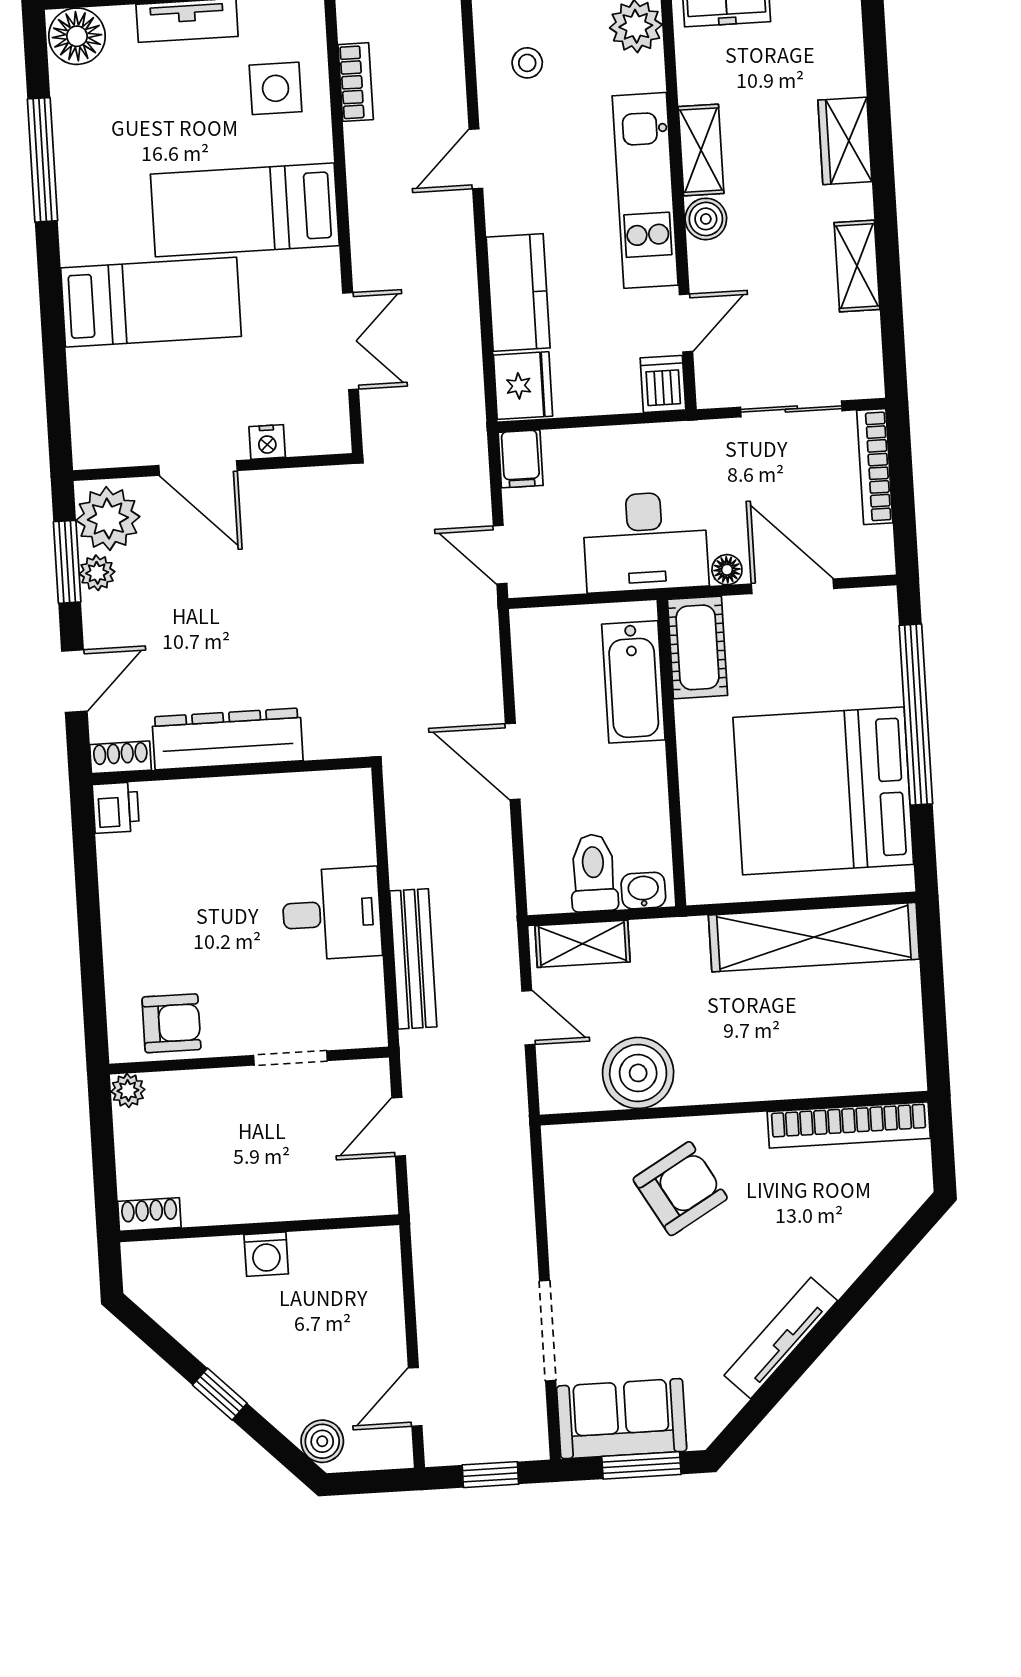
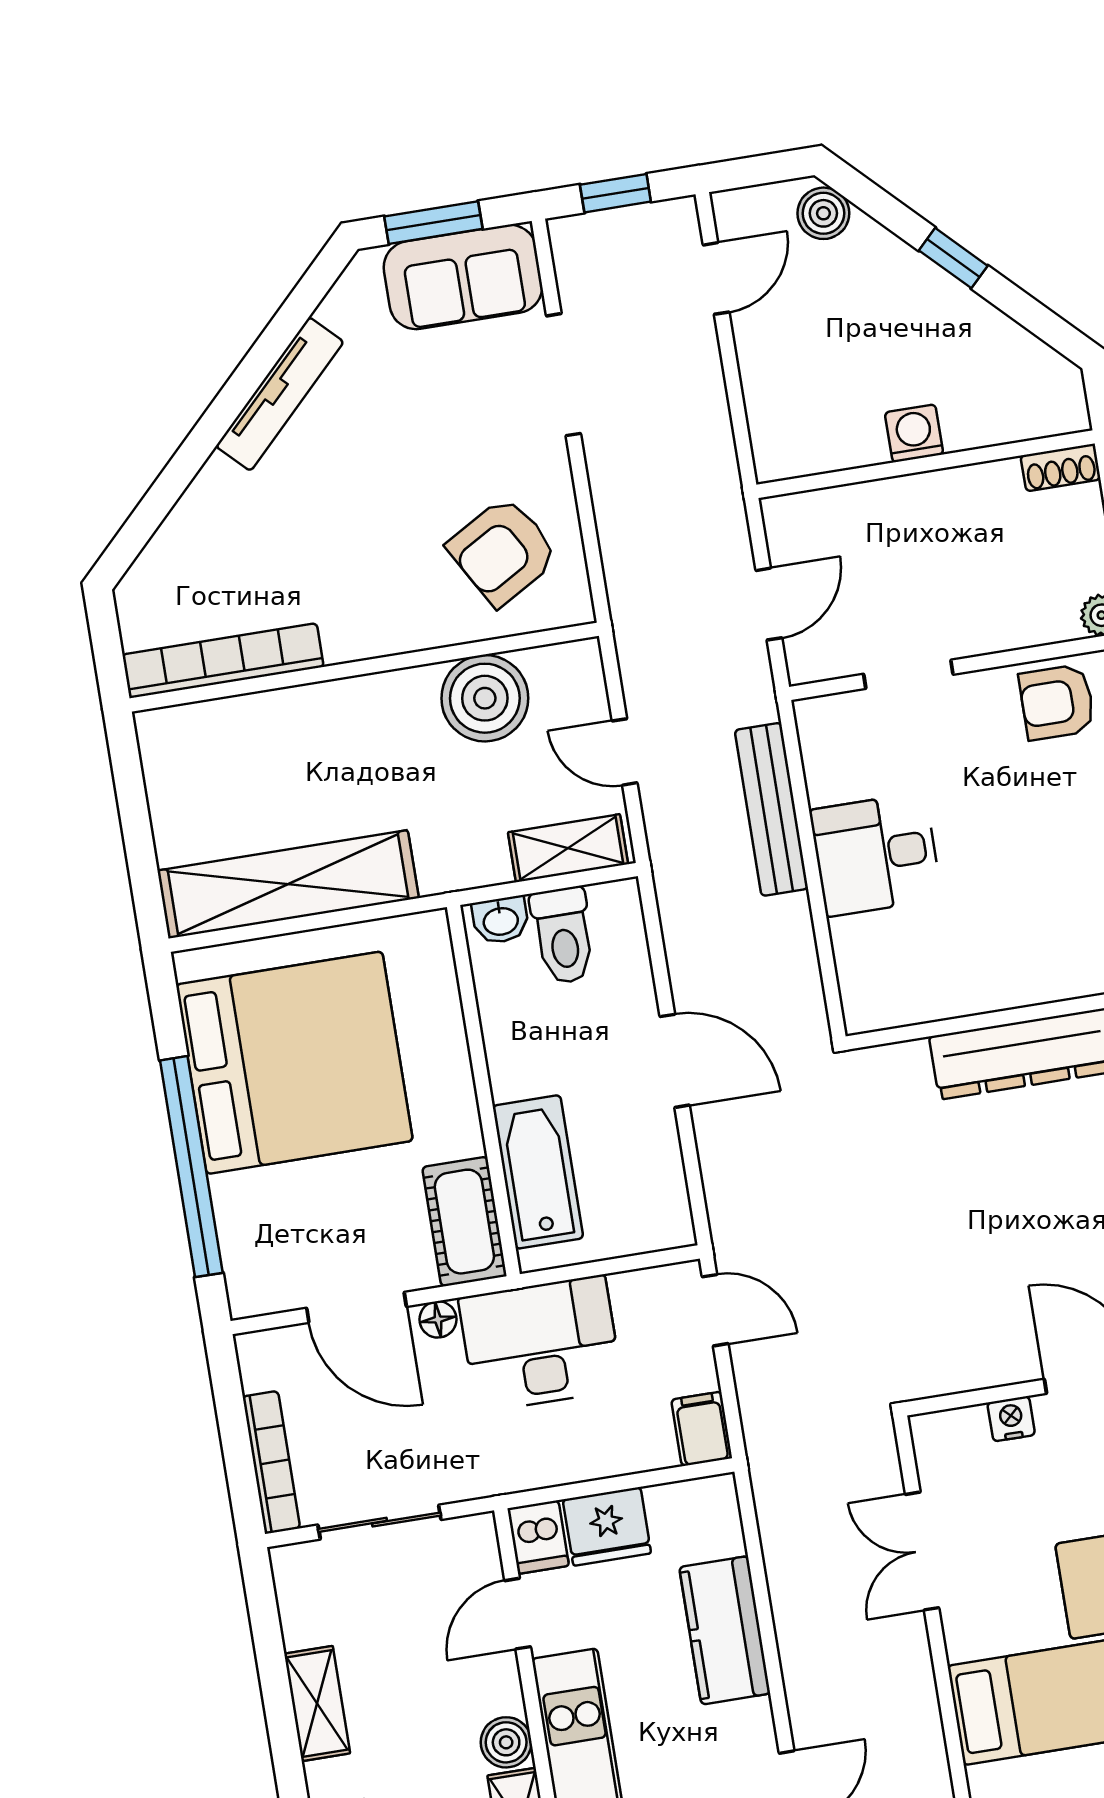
fridge: (523, 386) -> (607, 1526), moved, turned -90
armchair: (680, 1189) -> (503, 551), moved

